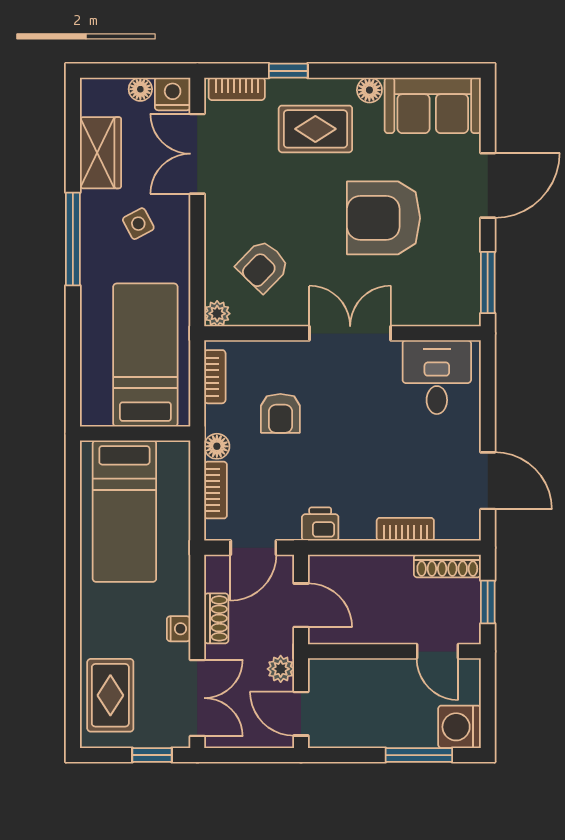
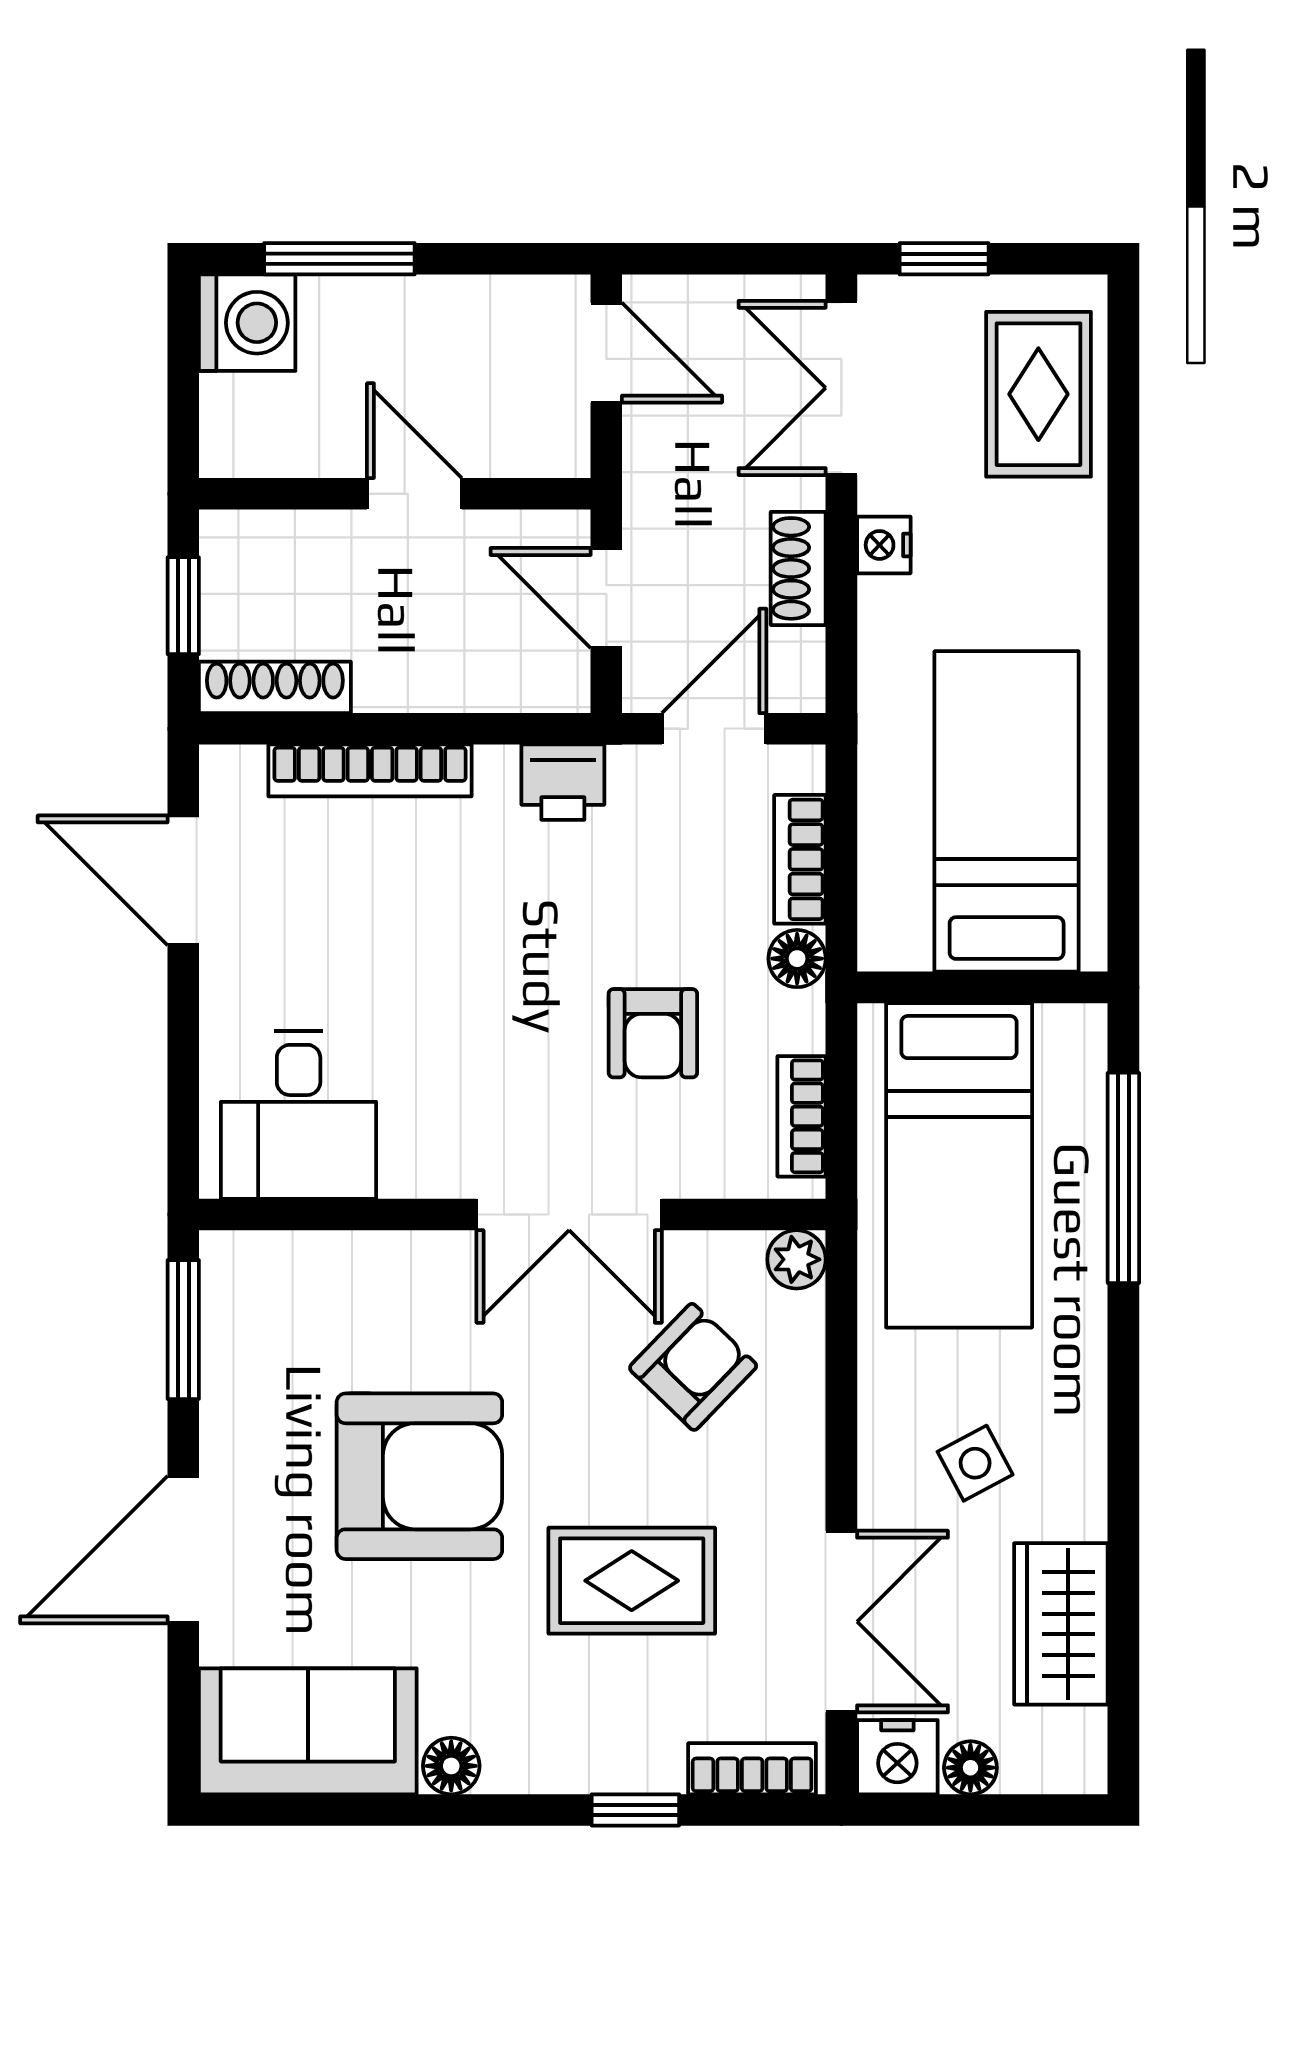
rug: (315, 129) -> (632, 1581), moved
window: (73, 239) -> (1123, 1178), moved
double door: (350, 333) -> (569, 1215), moved
armchair: (280, 413) -> (653, 1033), turned 180
bookcase: (405, 529) -> (370, 770), width x1.56
door: (438, 651) -> (414, 494), moved
plant: (281, 669) -> (652, 454), removed

